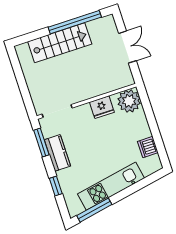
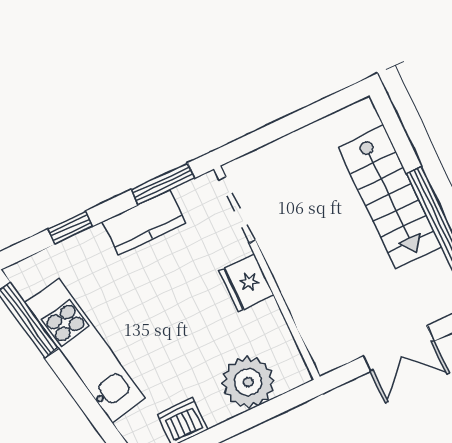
plant: (129, 101) -> (248, 382), moved
fridge: (102, 107) -> (246, 283), moved

